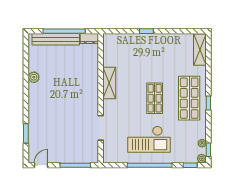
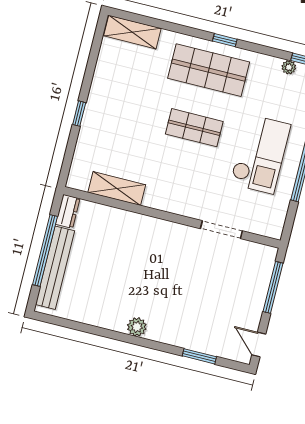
plant: (34, 77) -> (137, 327), moved
shelving: (109, 83) -> (117, 189), moved

